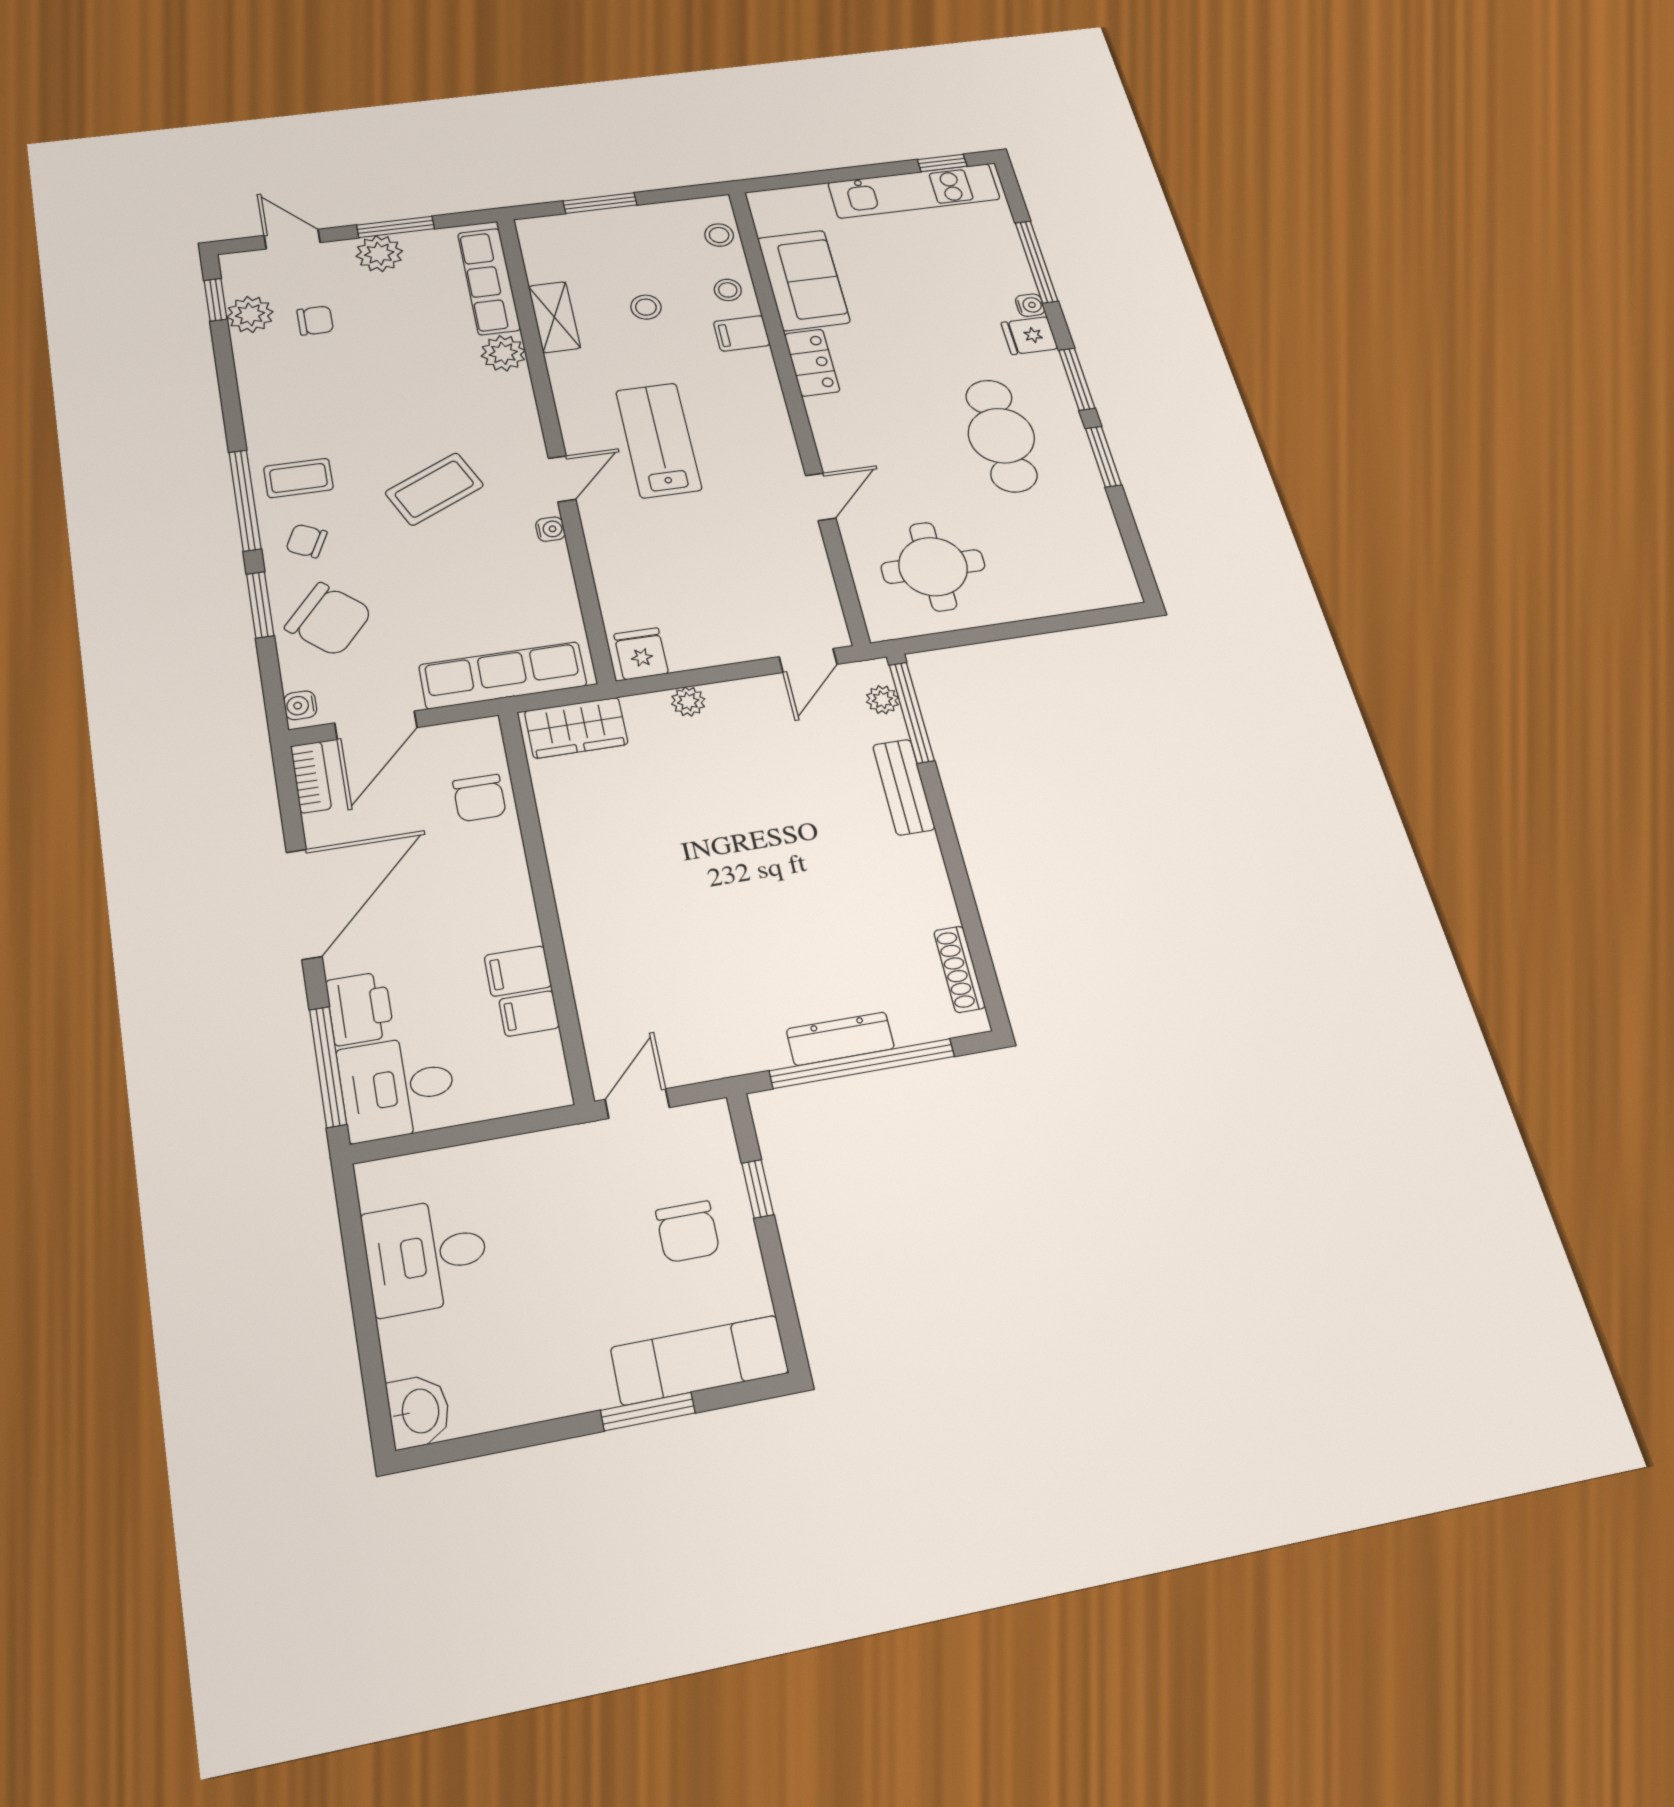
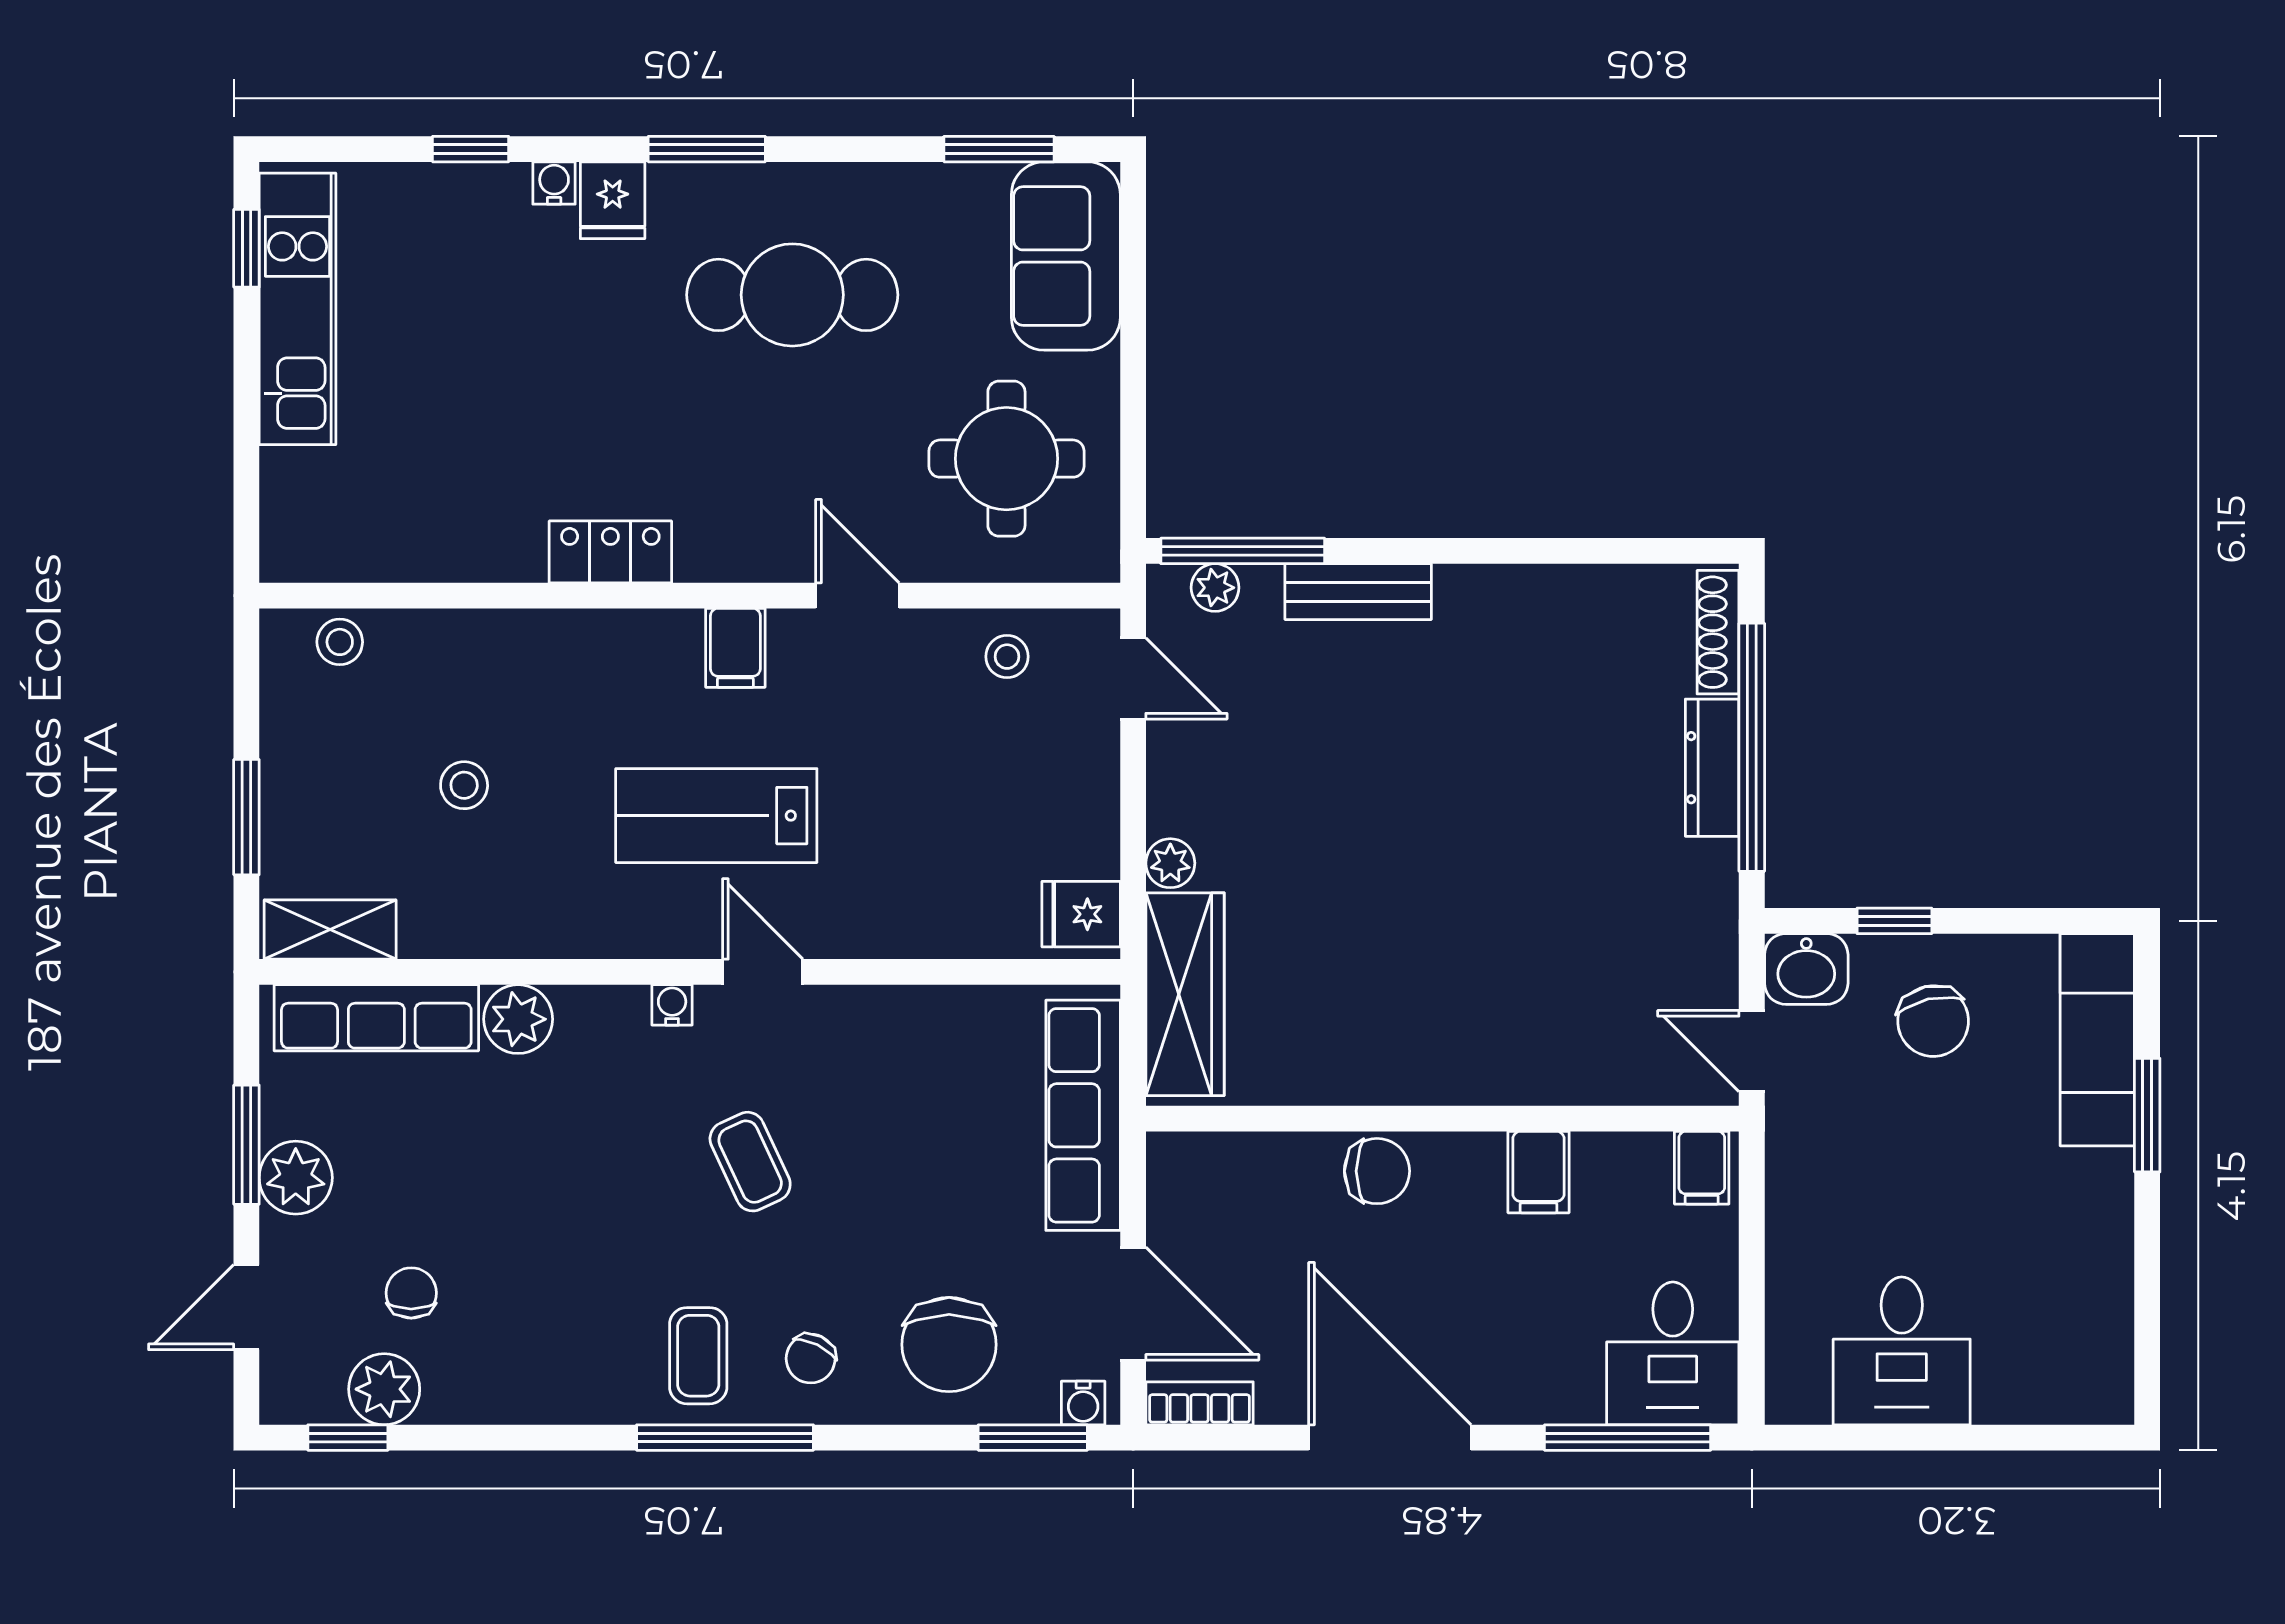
window: (1036, 262) -> (471, 149), width x0.46
sofa: (804, 280) -> (1066, 256), moved, turned -90
stool: (728, 290) -> (1007, 657), moved
shelving: (554, 317) -> (330, 929), moved
filing cabinet: (742, 333) -> (735, 648), moved
window: (1103, 457) -> (999, 149), moved
coffee table: (434, 489) -> (750, 1162), width x0.73, depth x0.77
water cooler: (550, 529) -> (672, 1005), moved
window: (260, 605) -> (1033, 1438), moved
chair: (329, 619) -> (949, 1345), turned 139
wardrobe: (576, 728) -> (1185, 994), width x1.50
chair: (479, 798) -> (1377, 1171), moved
shoe rack: (959, 969) -> (1718, 632), moved, turned 90
printer: (360, 1008) -> (1554, 1385), removed
filing cabinet: (529, 1013) -> (1702, 1168), moved
chair: (688, 1232) -> (1933, 1021), turned 77
washbasin: (419, 1411) -> (1806, 969), moved, turned 180

